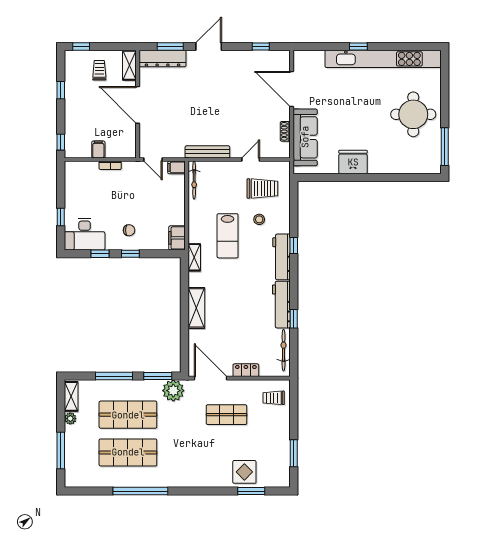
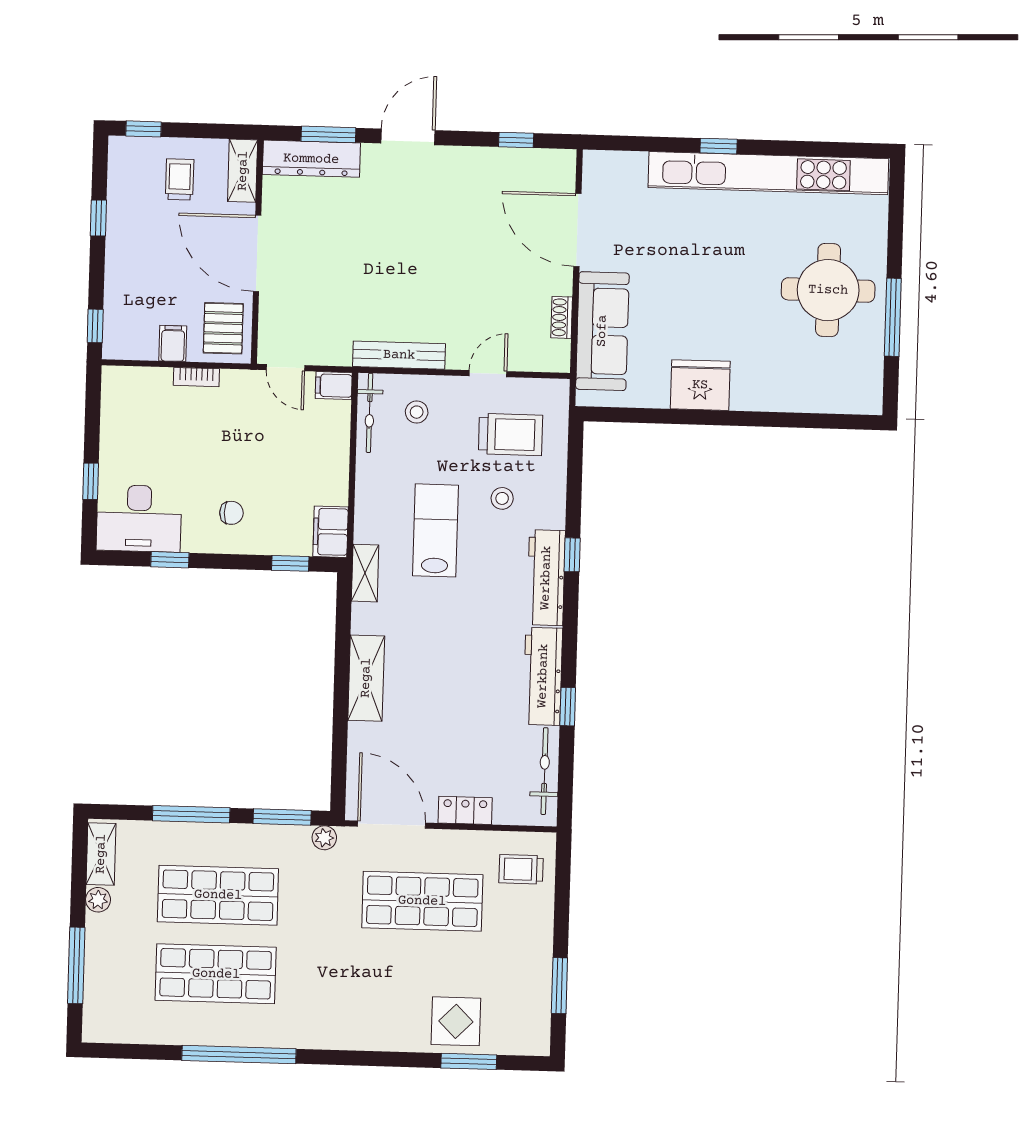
pallet: (122, 141) -> (223, 328), added
window: (445, 147) -> (893, 317), moved
stool: (217, 179) -> (417, 412), added
lab bench: (228, 236) -> (436, 530), turned 180
window: (130, 254) -> (290, 563), moved
plant: (173, 391) -> (324, 838), width x0.53, depth x0.53
shop shelf: (227, 415) -> (422, 901), width x1.43, depth x1.36

